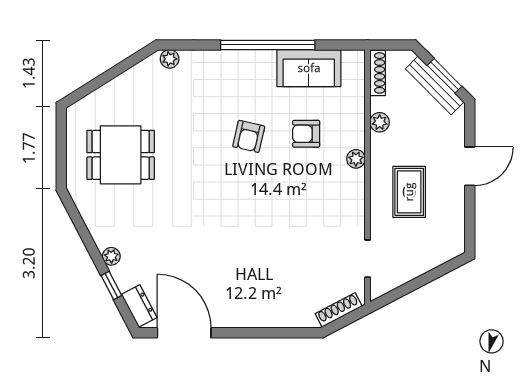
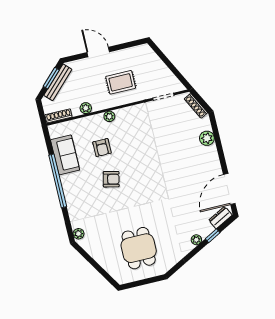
plant: (279, 315) -> (207, 138), added

